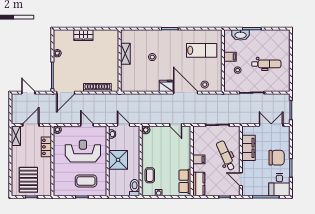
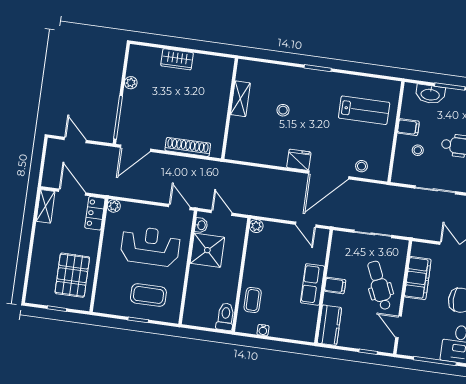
door: (186, 93) -> (329, 175), swing flipped
door: (31, 125) -> (72, 192), hinge flipped
door: (87, 125) -> (179, 207), moved
locker: (46, 147) -> (95, 213), moved
shower: (118, 160) -> (207, 250), moved
pallet: (28, 180) -> (72, 275), moved
row of seats: (185, 181) -> (312, 284), moved

